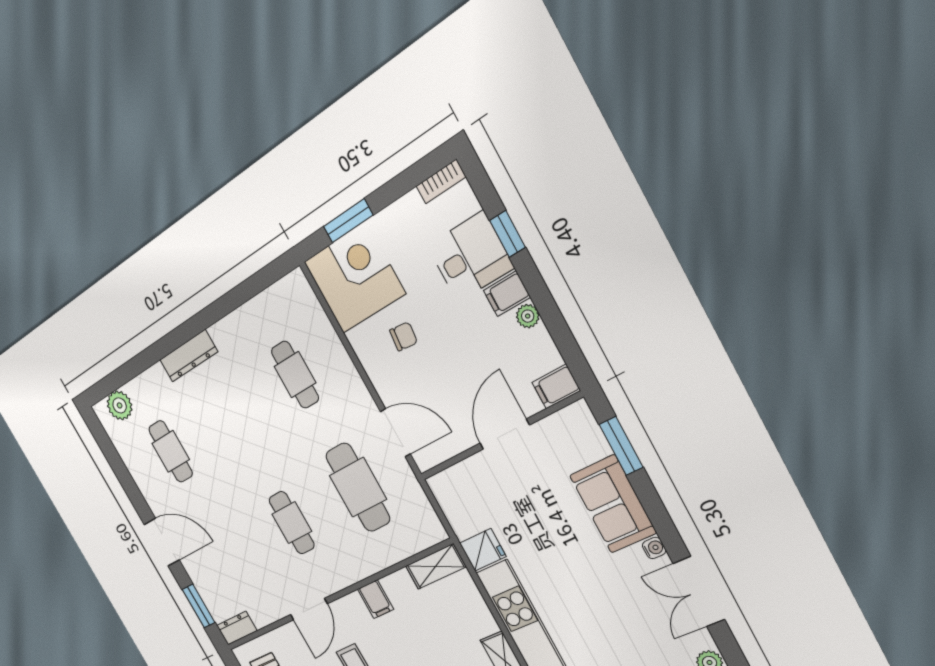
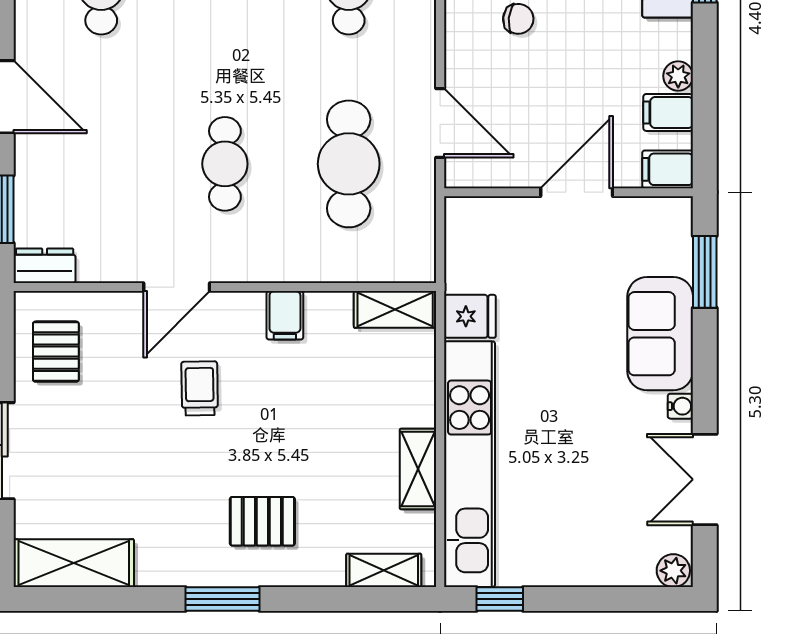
filing cabinet: (507, 294) -> (668, 112), moved

